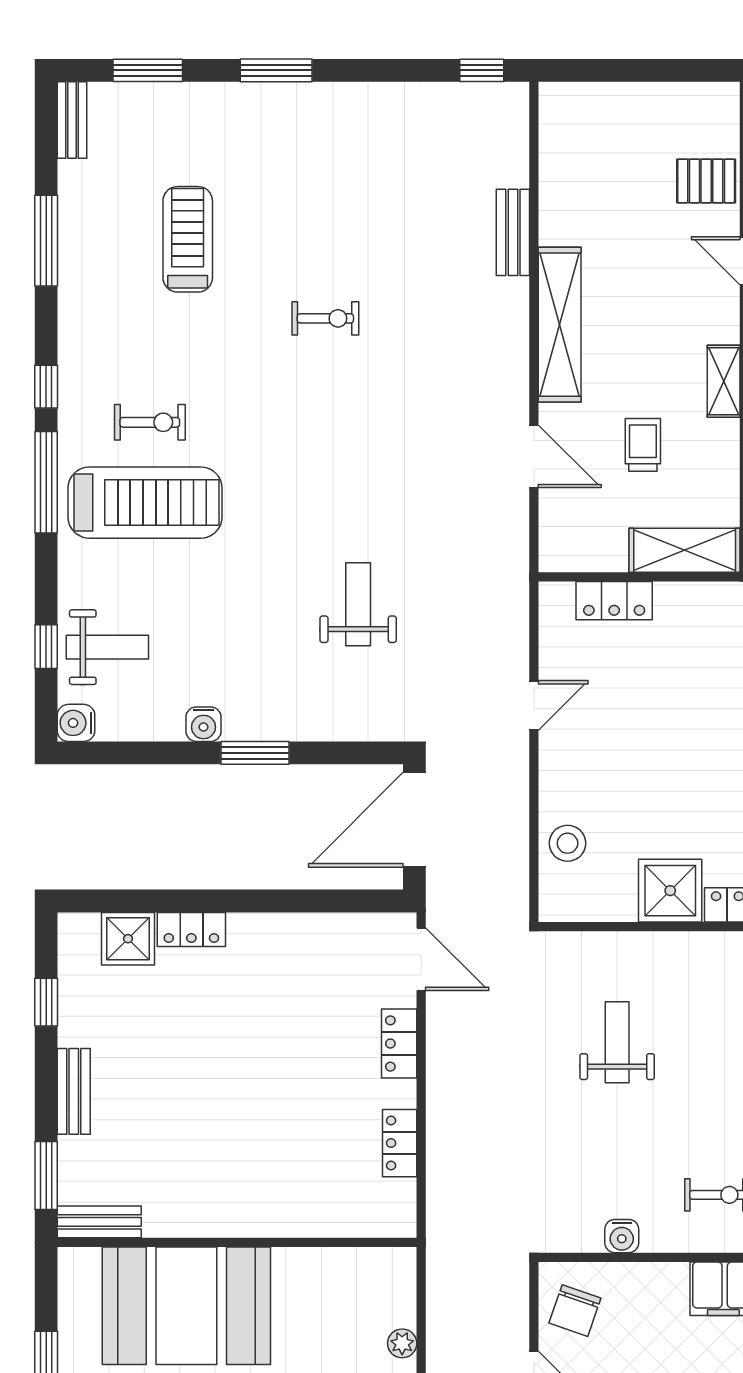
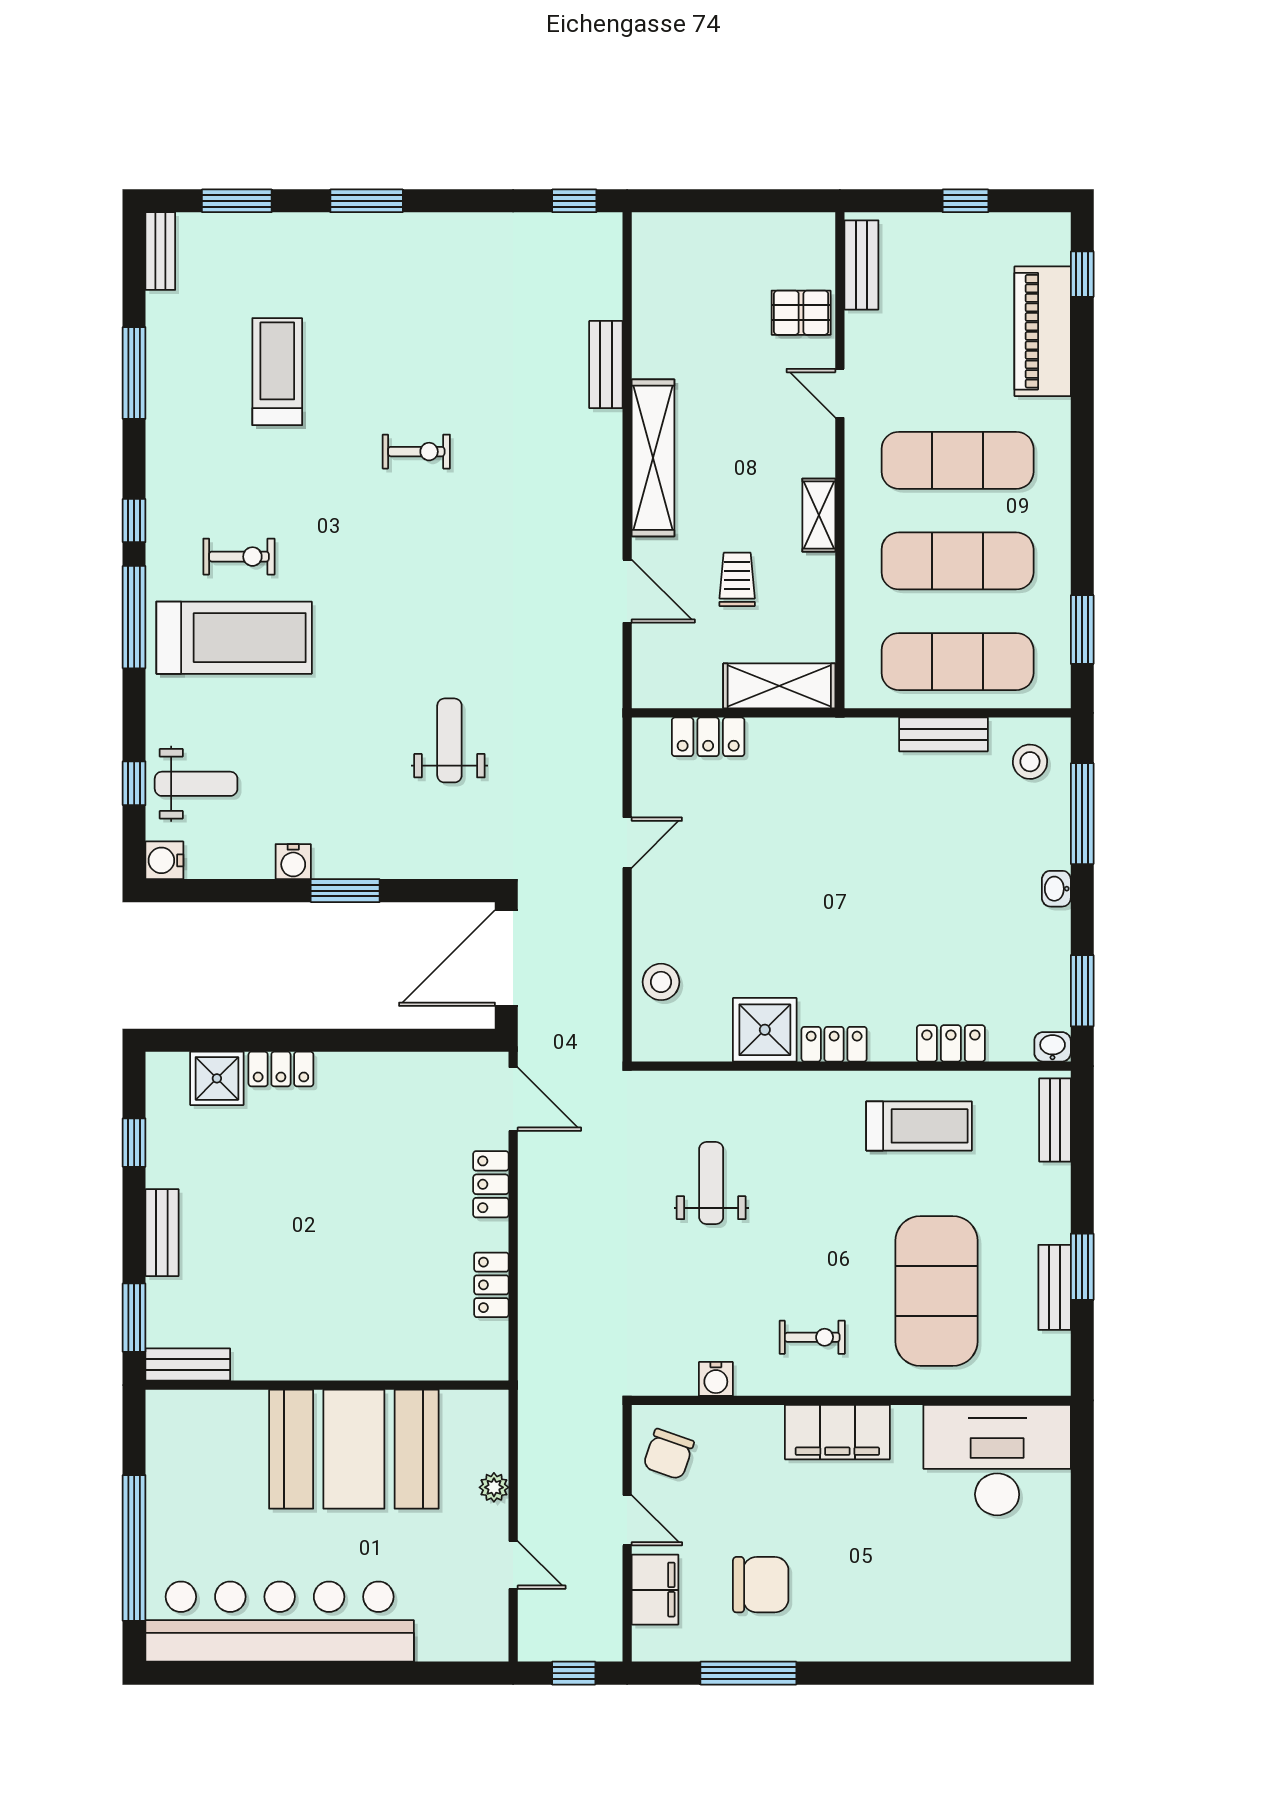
booth: (186, 1306) -> (354, 1449), moved

